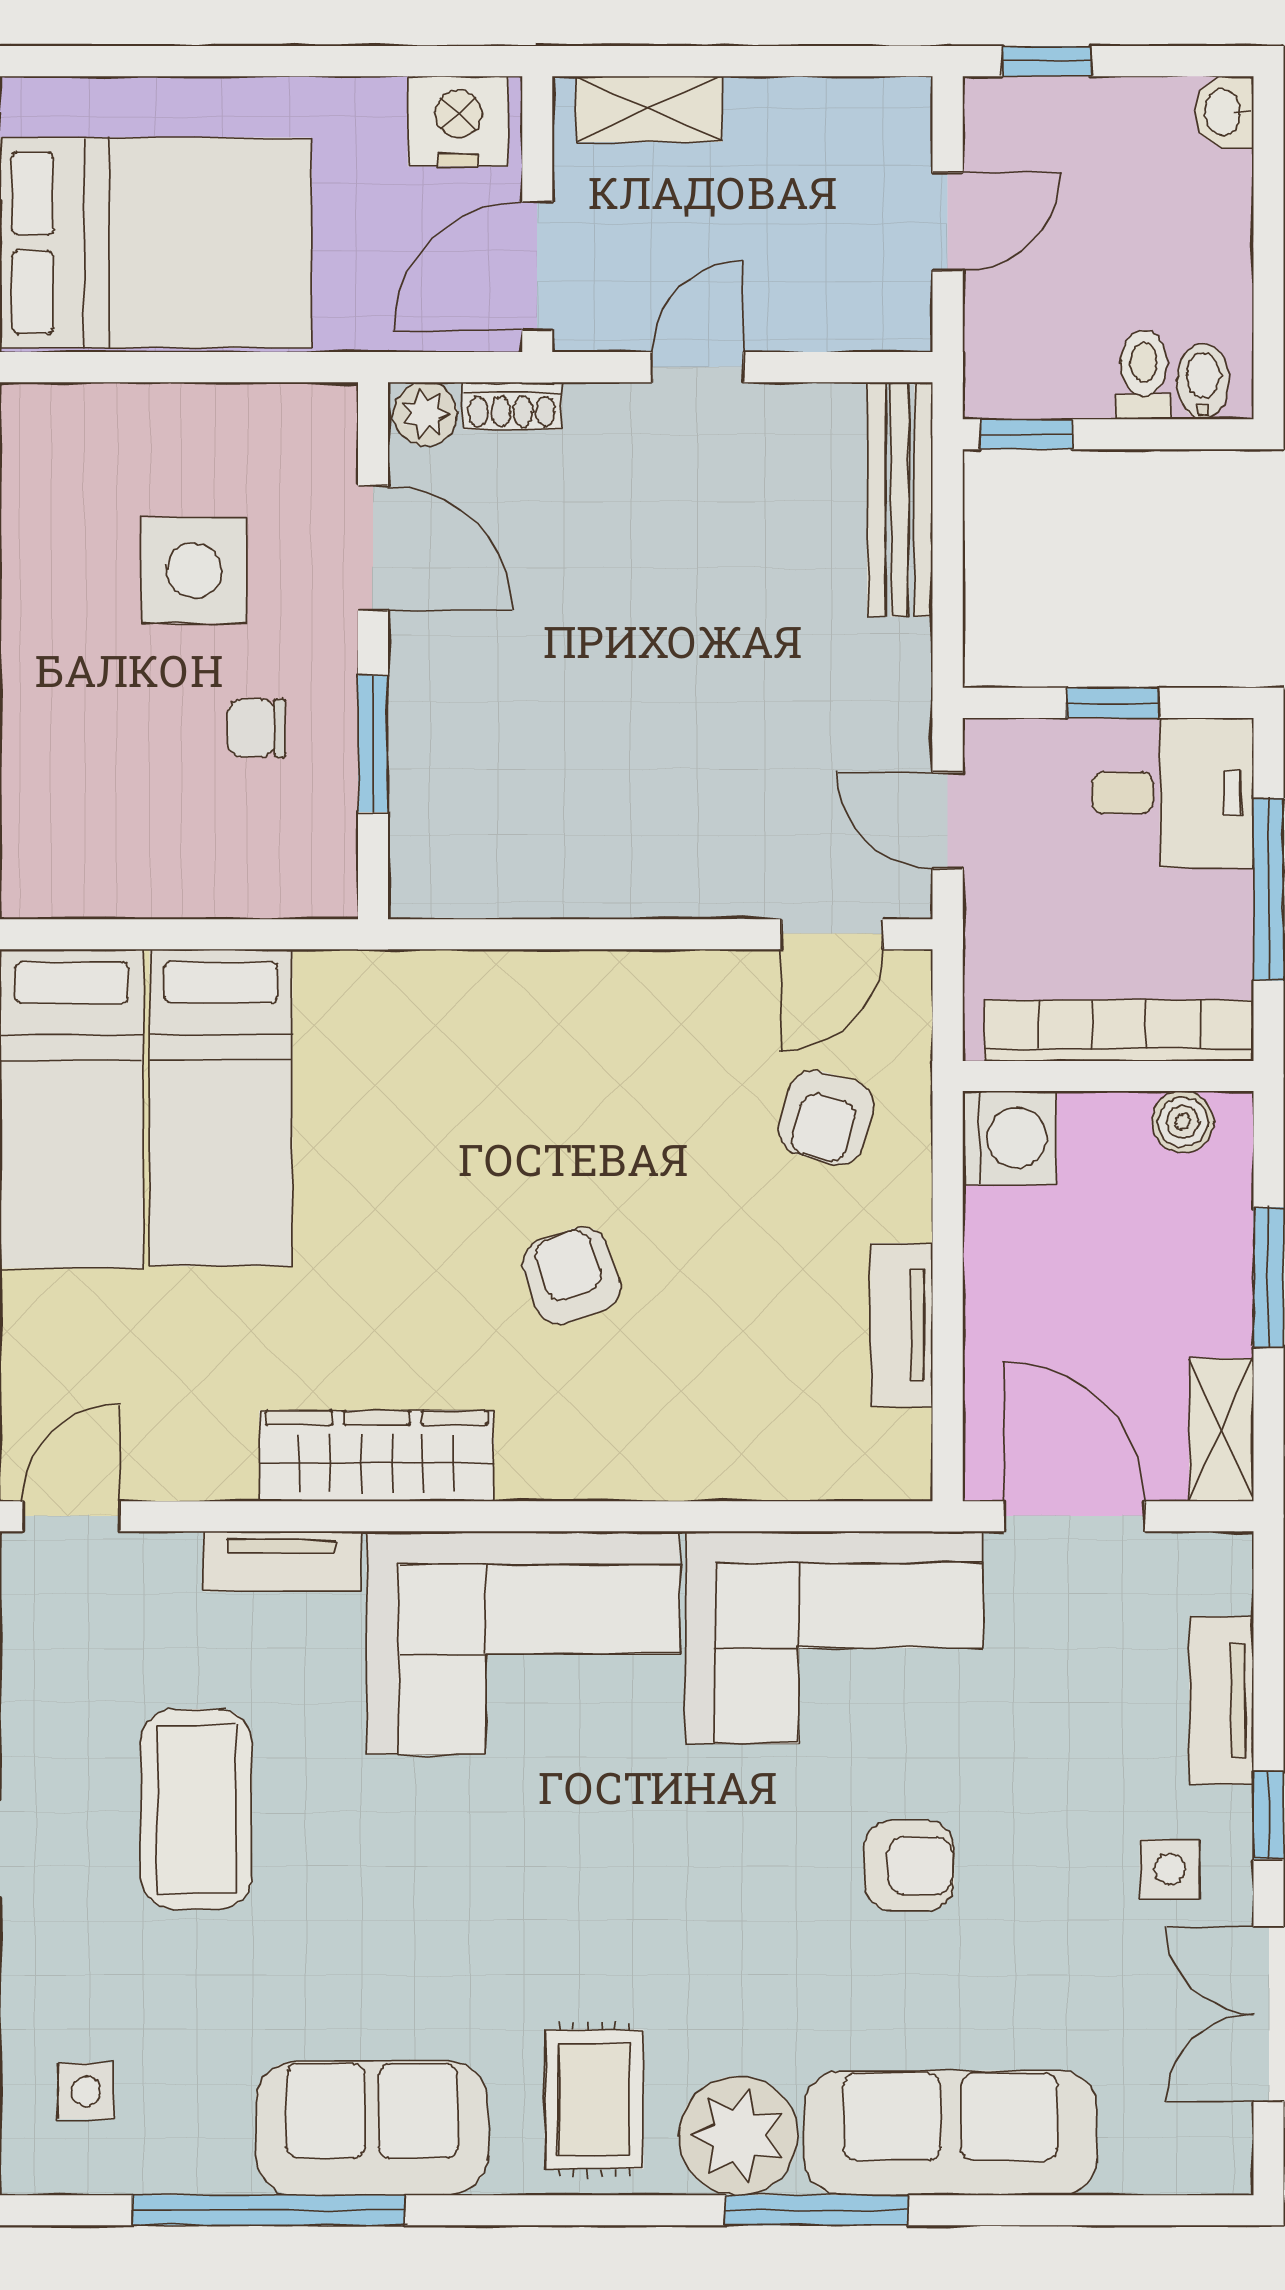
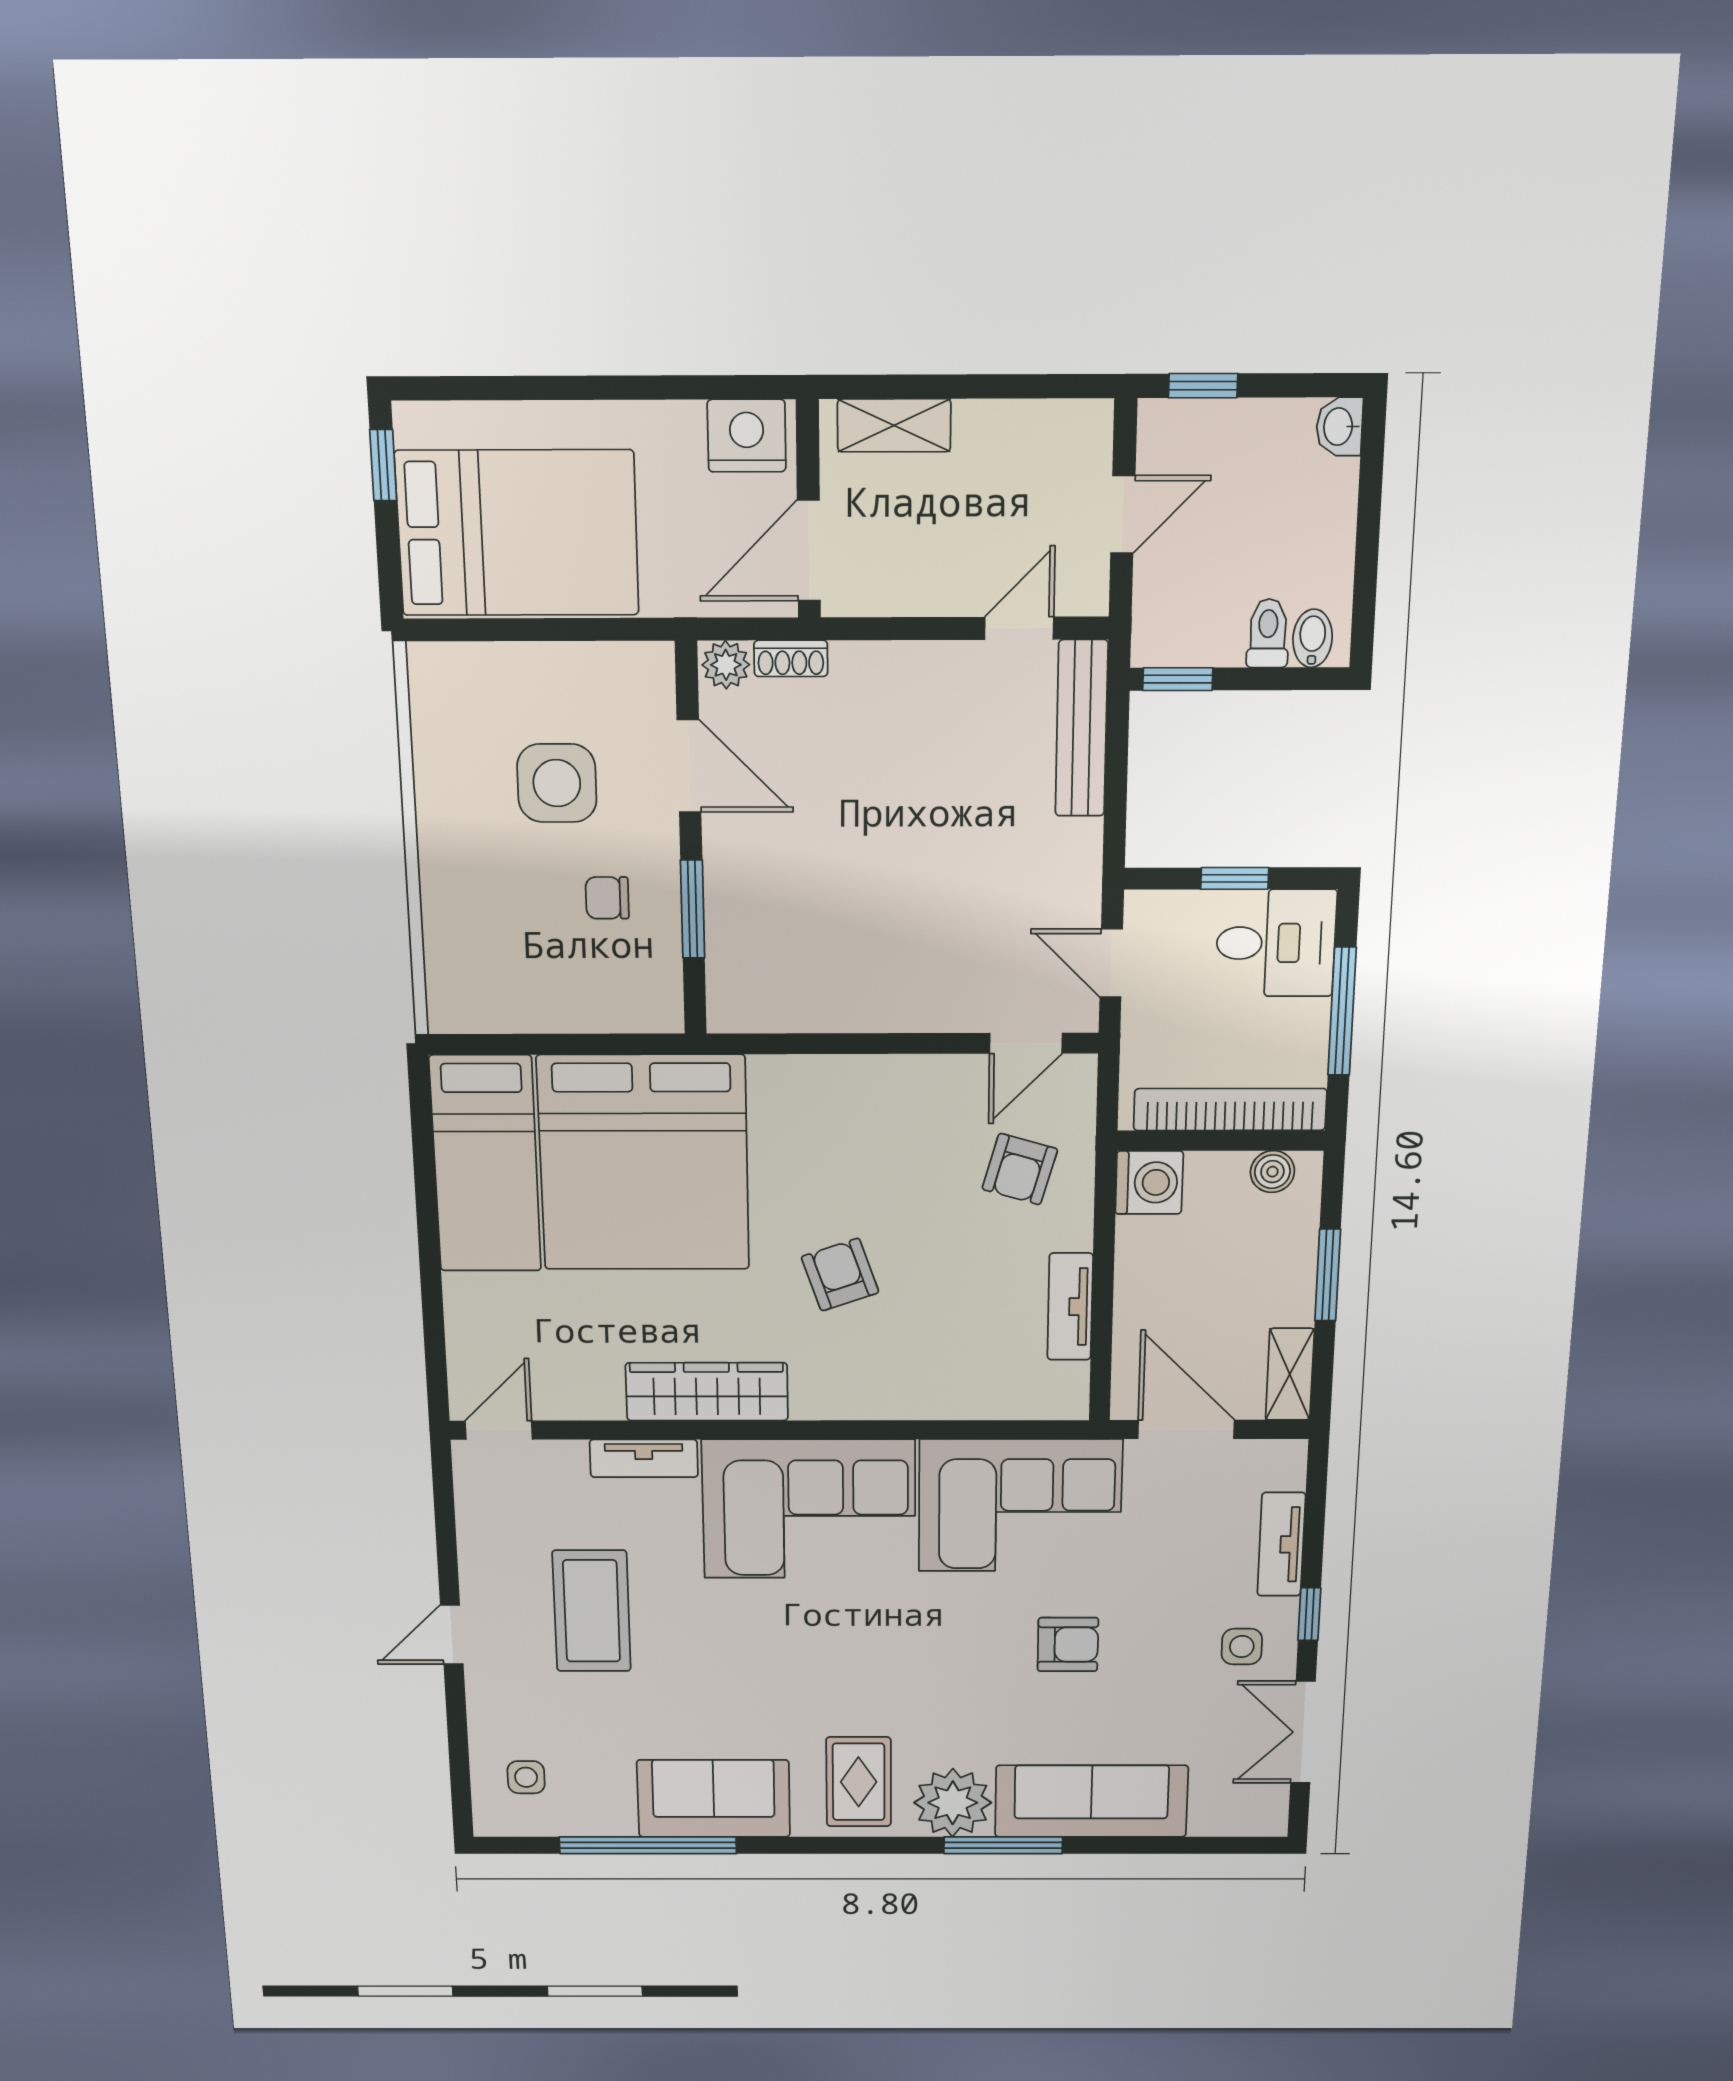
door: (698, 367) -> (1019, 628), moved
bed: (221, 1108) -> (644, 1163), width x2.04

